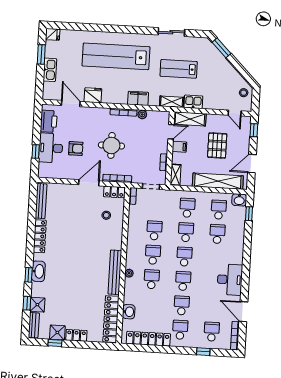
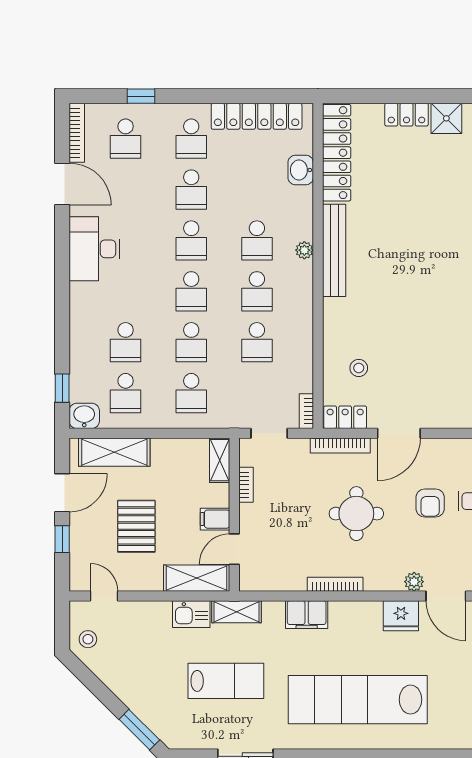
lab bench: (116, 56) -> (358, 700), turned 180
plant: (142, 114) -> (414, 582), moved
window: (254, 130) -> (62, 539), moved
armchair: (76, 148) -> (430, 503), turned -90
shelving: (218, 181) -> (114, 452), width x0.68
window: (55, 343) -> (450, 96), removed

